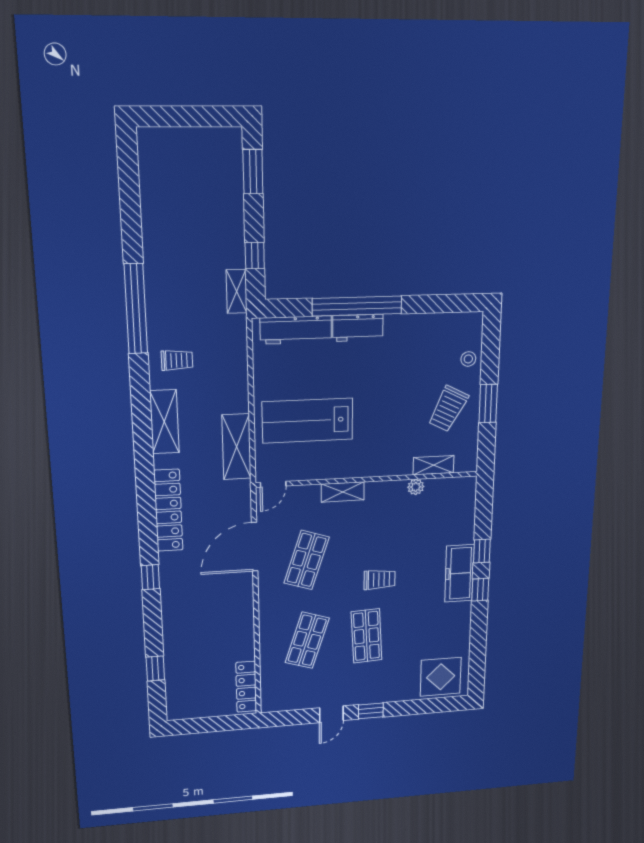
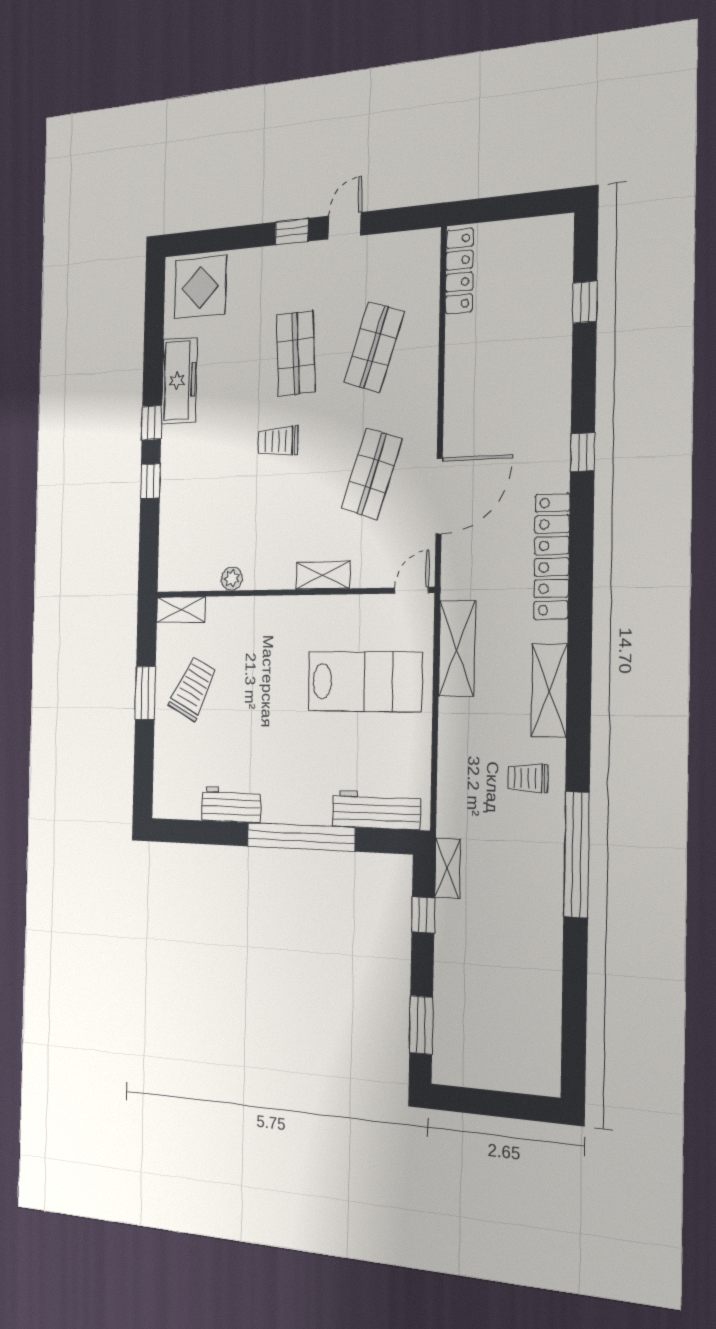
workbench: (358, 328) -> (231, 804), moved
stool: (468, 359) -> (169, 756), removed
shelving: (433, 465) -> (181, 610), moved
freezer: (459, 573) -> (179, 380), moved

